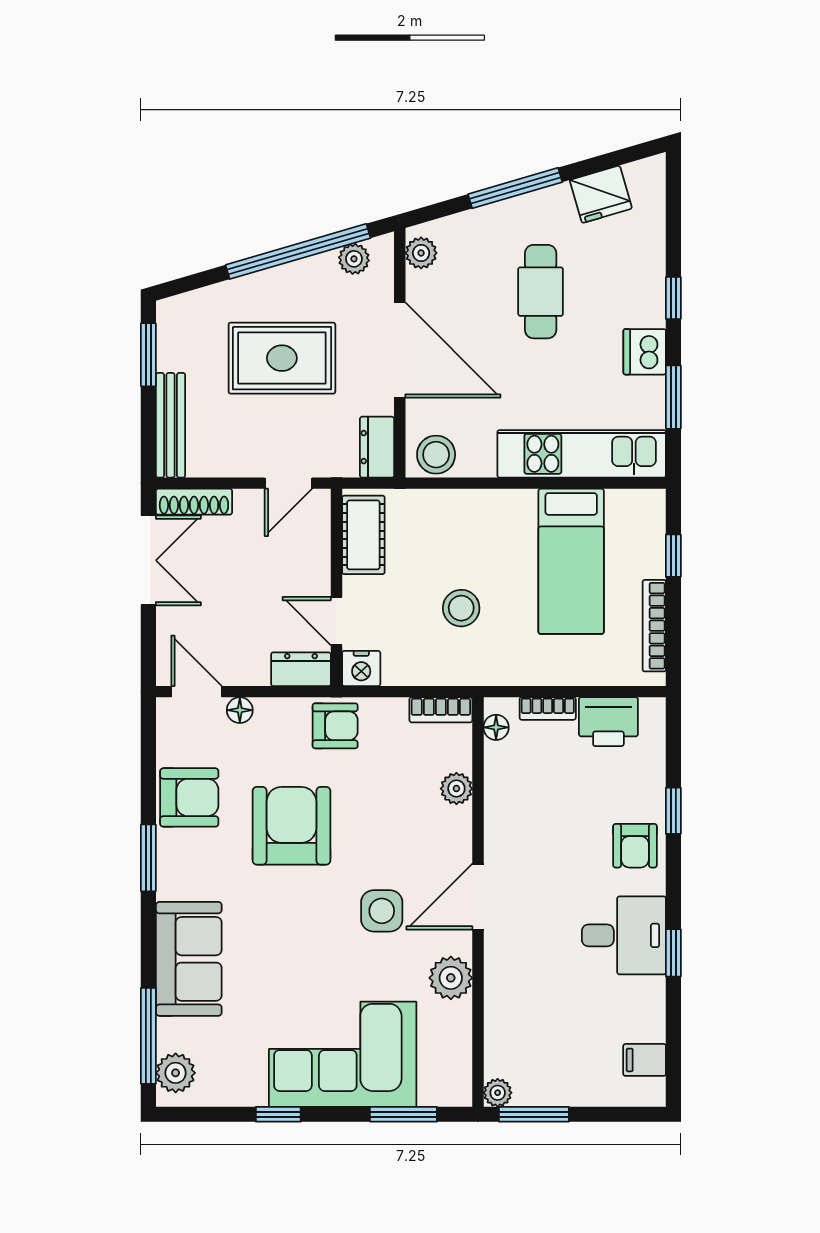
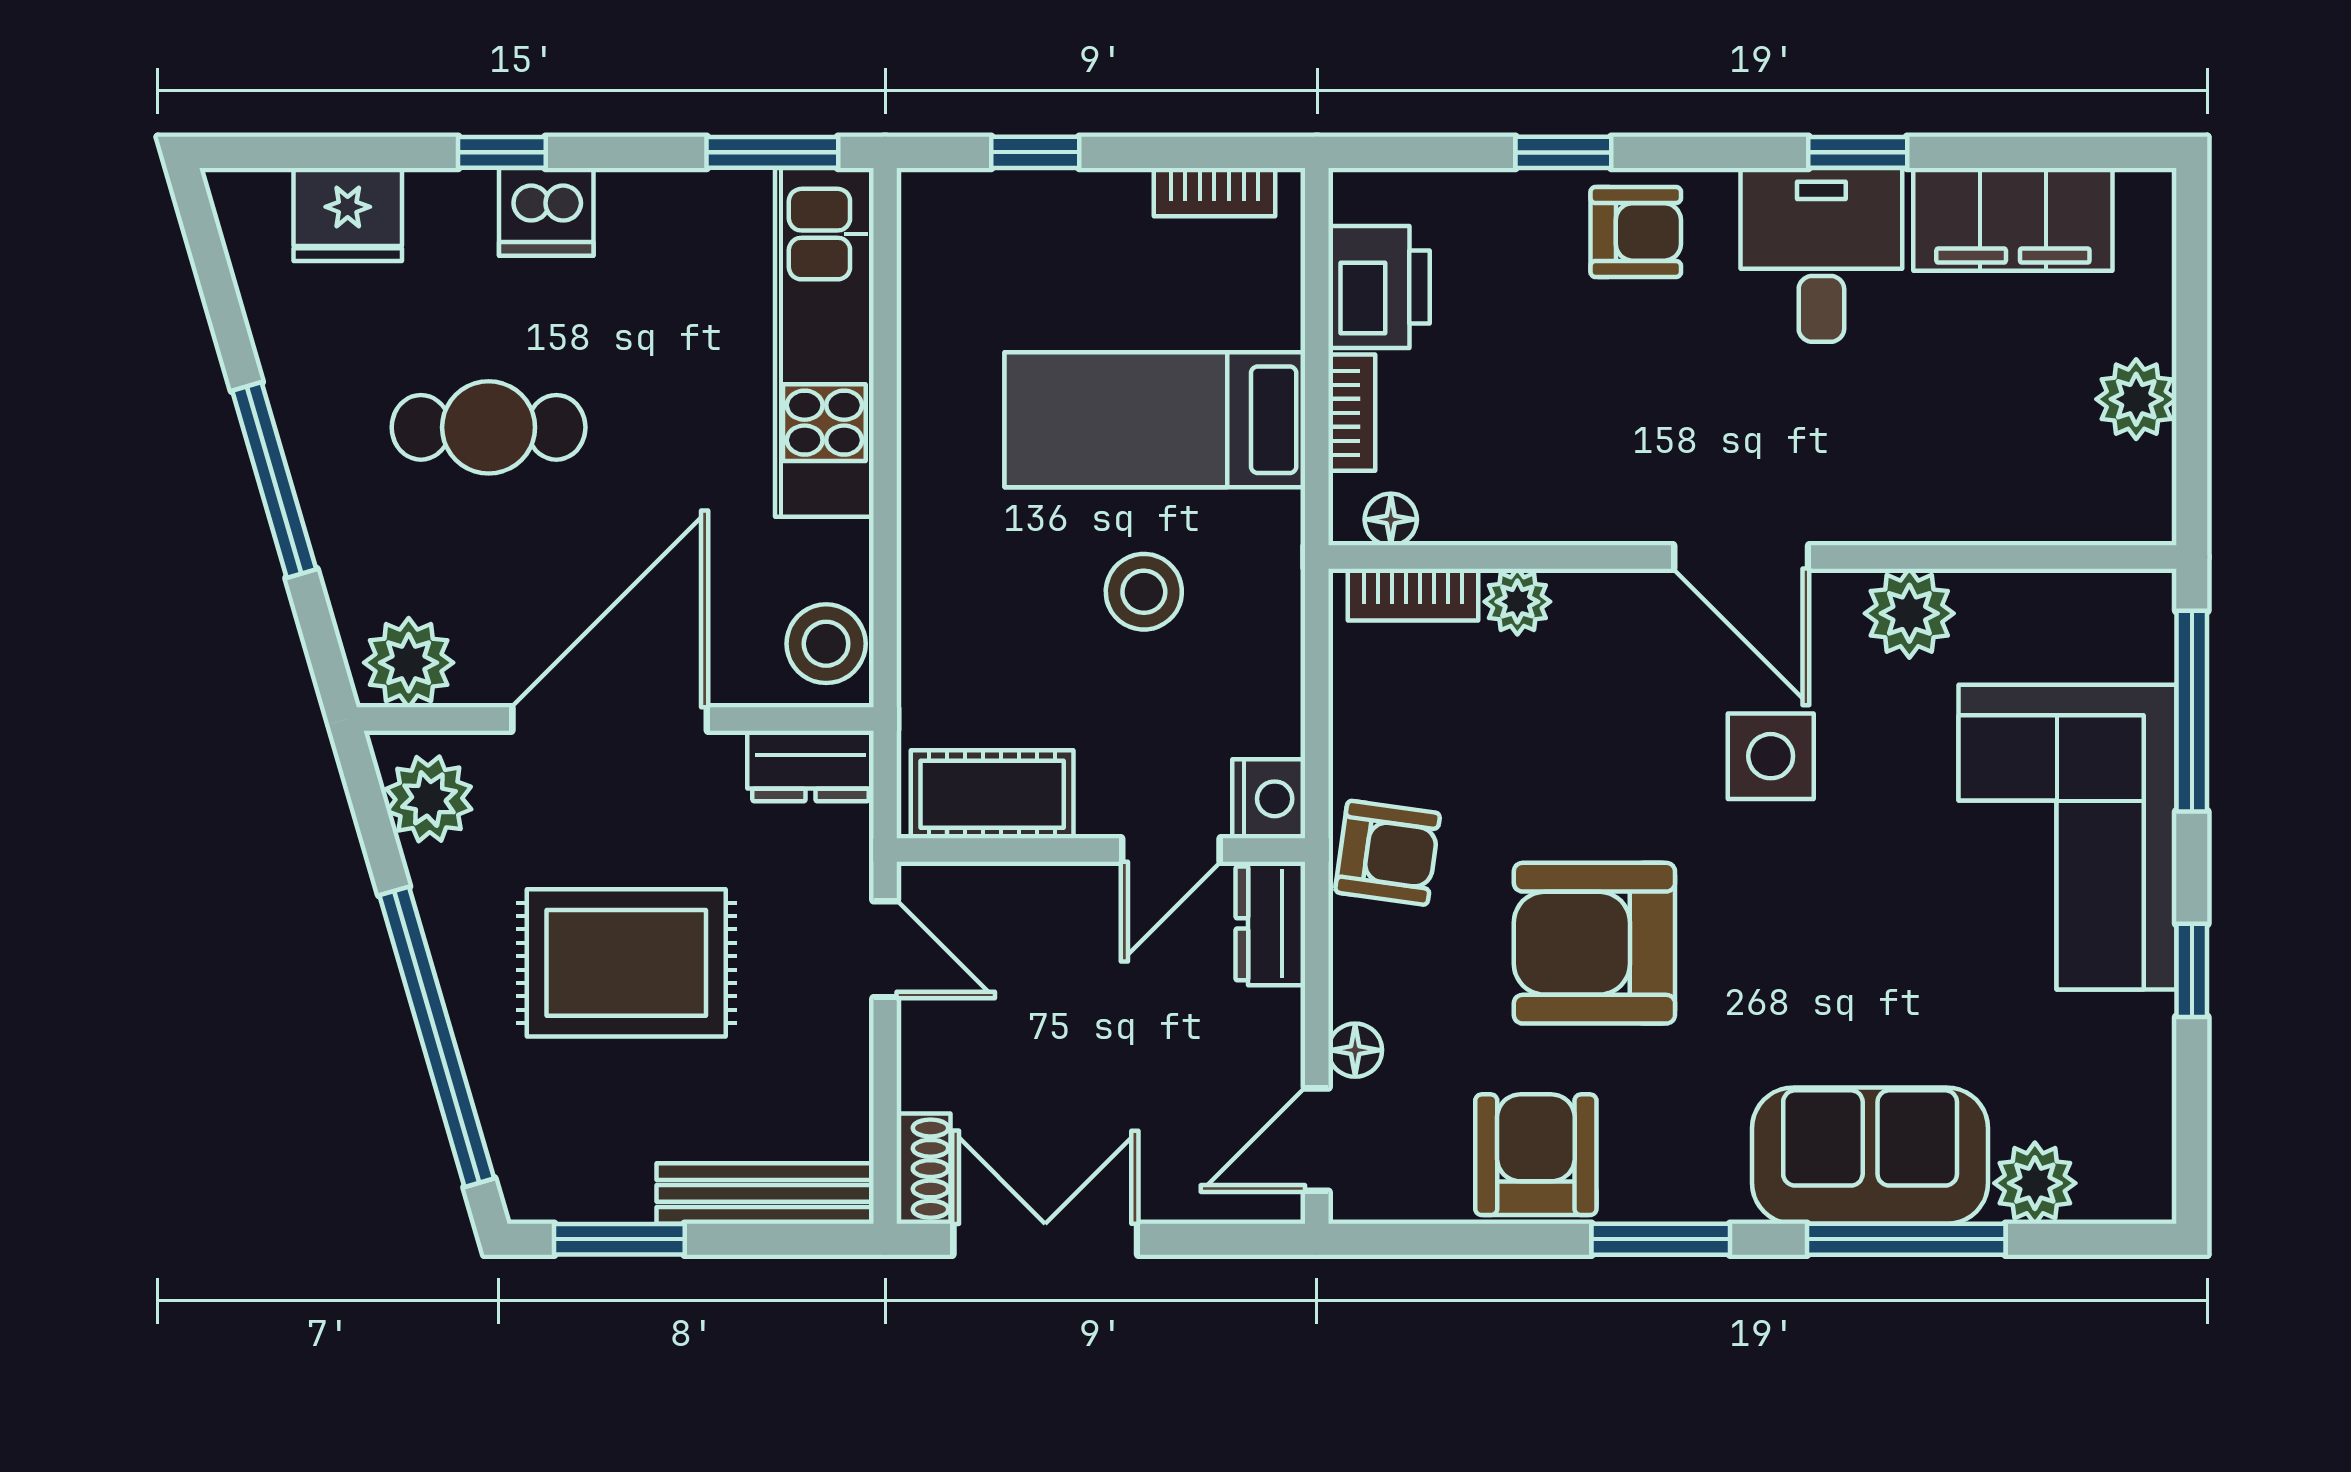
fridge: (601, 194) -> (348, 214), moved, turned 106
window: (298, 251) -> (437, 1037), moved
plant: (421, 253) -> (409, 663), width x1.38, depth x1.38
plant: (354, 259) -> (429, 799), width x1.38, depth x1.38
dishwasher: (645, 352) -> (546, 212), moved
rug: (282, 358) -> (626, 963), turned 90
window: (673, 397) -> (772, 152), moved
shoe rack: (194, 502) -> (924, 1169), width x0.70
bed: (571, 561) -> (1155, 420), moved, turned 180
bookcase: (654, 626) -> (1214, 192), width x0.64
bookcase: (441, 710) -> (1413, 595), moved, turned 90
armchair: (335, 726) -> (1388, 853), turned 98
window: (148, 1036) -> (1906, 1239), moved
filing cabinet: (645, 1060) -> (2013, 219), width x3.00, depth x1.17
plant: (176, 1073) -> (2035, 1183), moved
plant: (498, 1093) -> (2136, 399), moved, width x1.38, depth x1.38
window: (403, 1114) -> (2192, 711), width x1.44
window: (534, 1114) -> (2192, 441), removed

